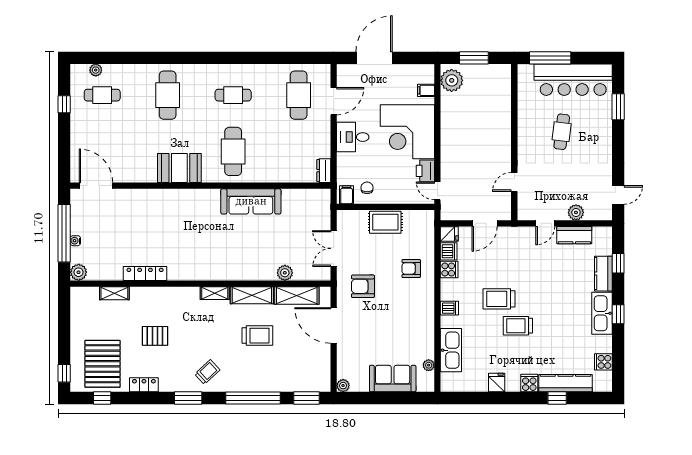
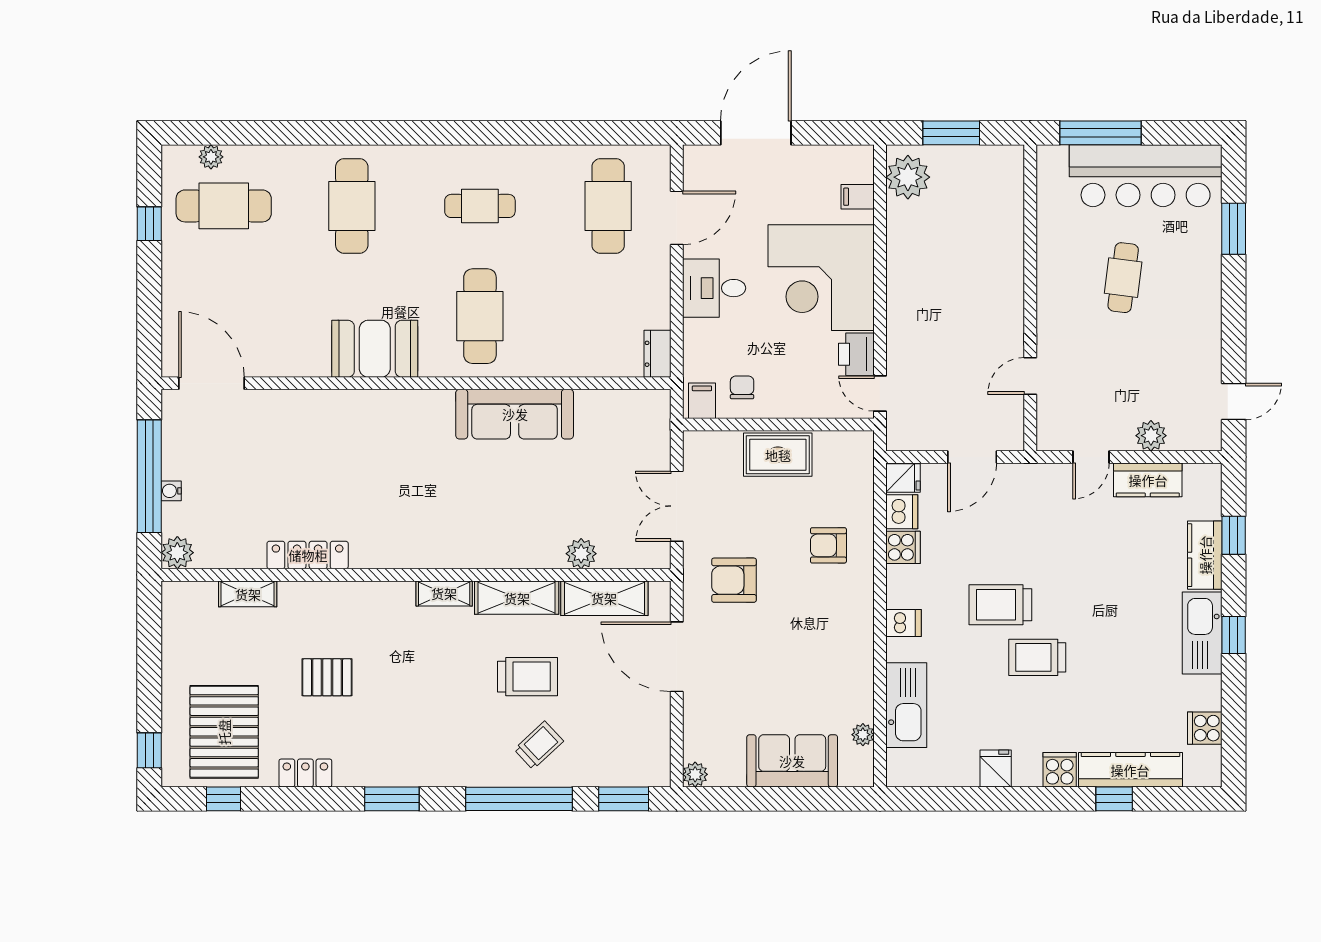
cafe table: (102, 95) -> (224, 206), width x1.37, depth x1.35
trolley: (207, 372) -> (539, 745), moved

